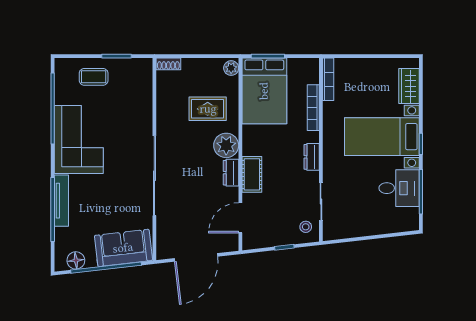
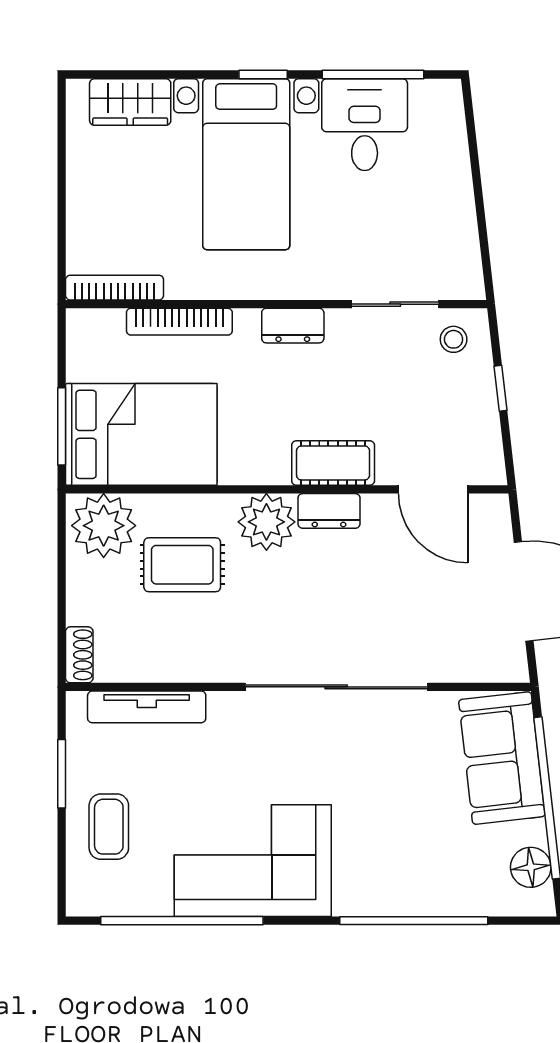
plant: (231, 68) -> (104, 526), width x1.87, depth x1.87
rug: (208, 109) -> (182, 565), turned 90
tv unit: (61, 201) -> (147, 707), moved, turned 180

